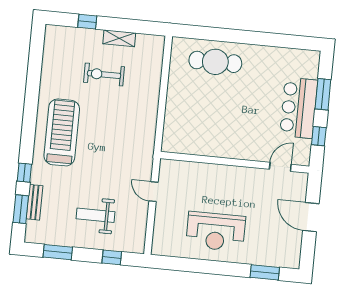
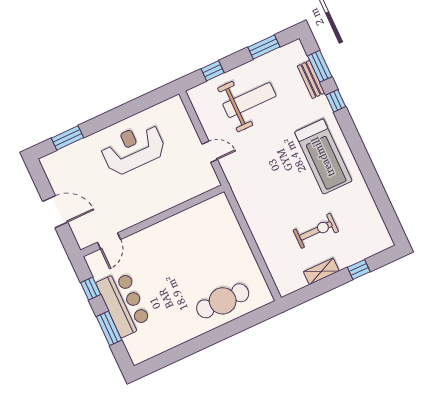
weight bench: (95, 215) -> (249, 100), width x1.36, depth x1.33

